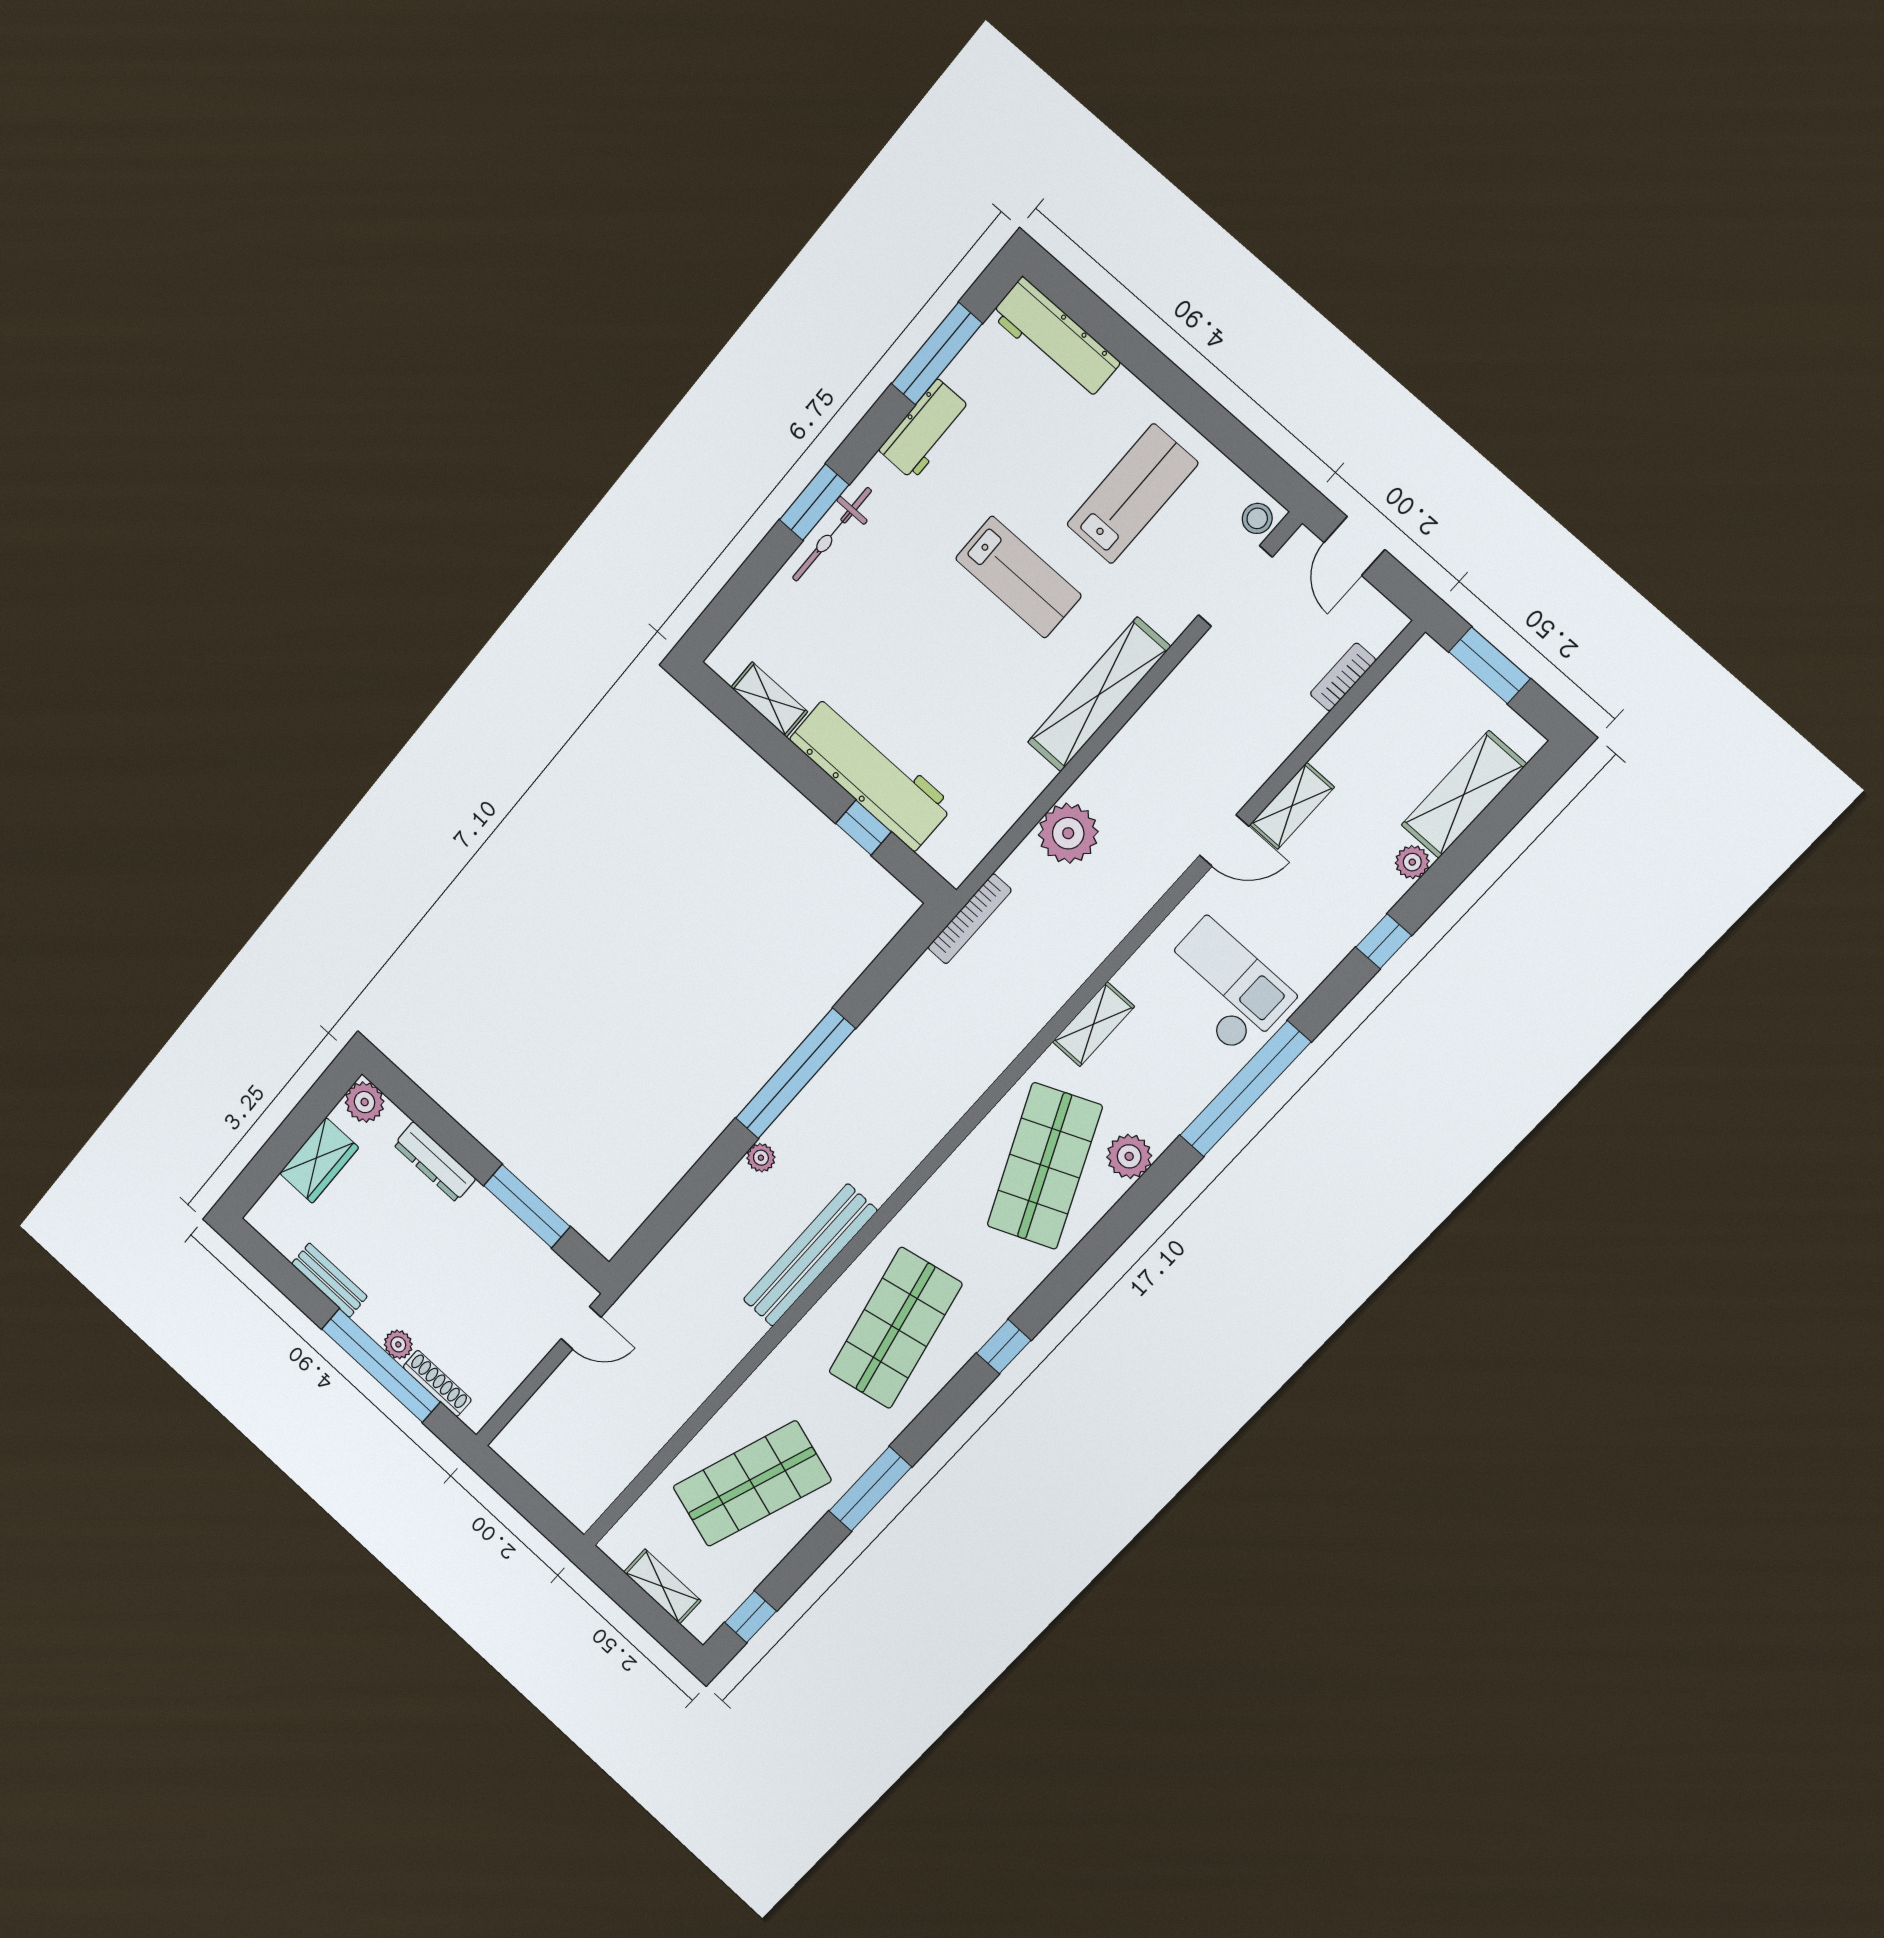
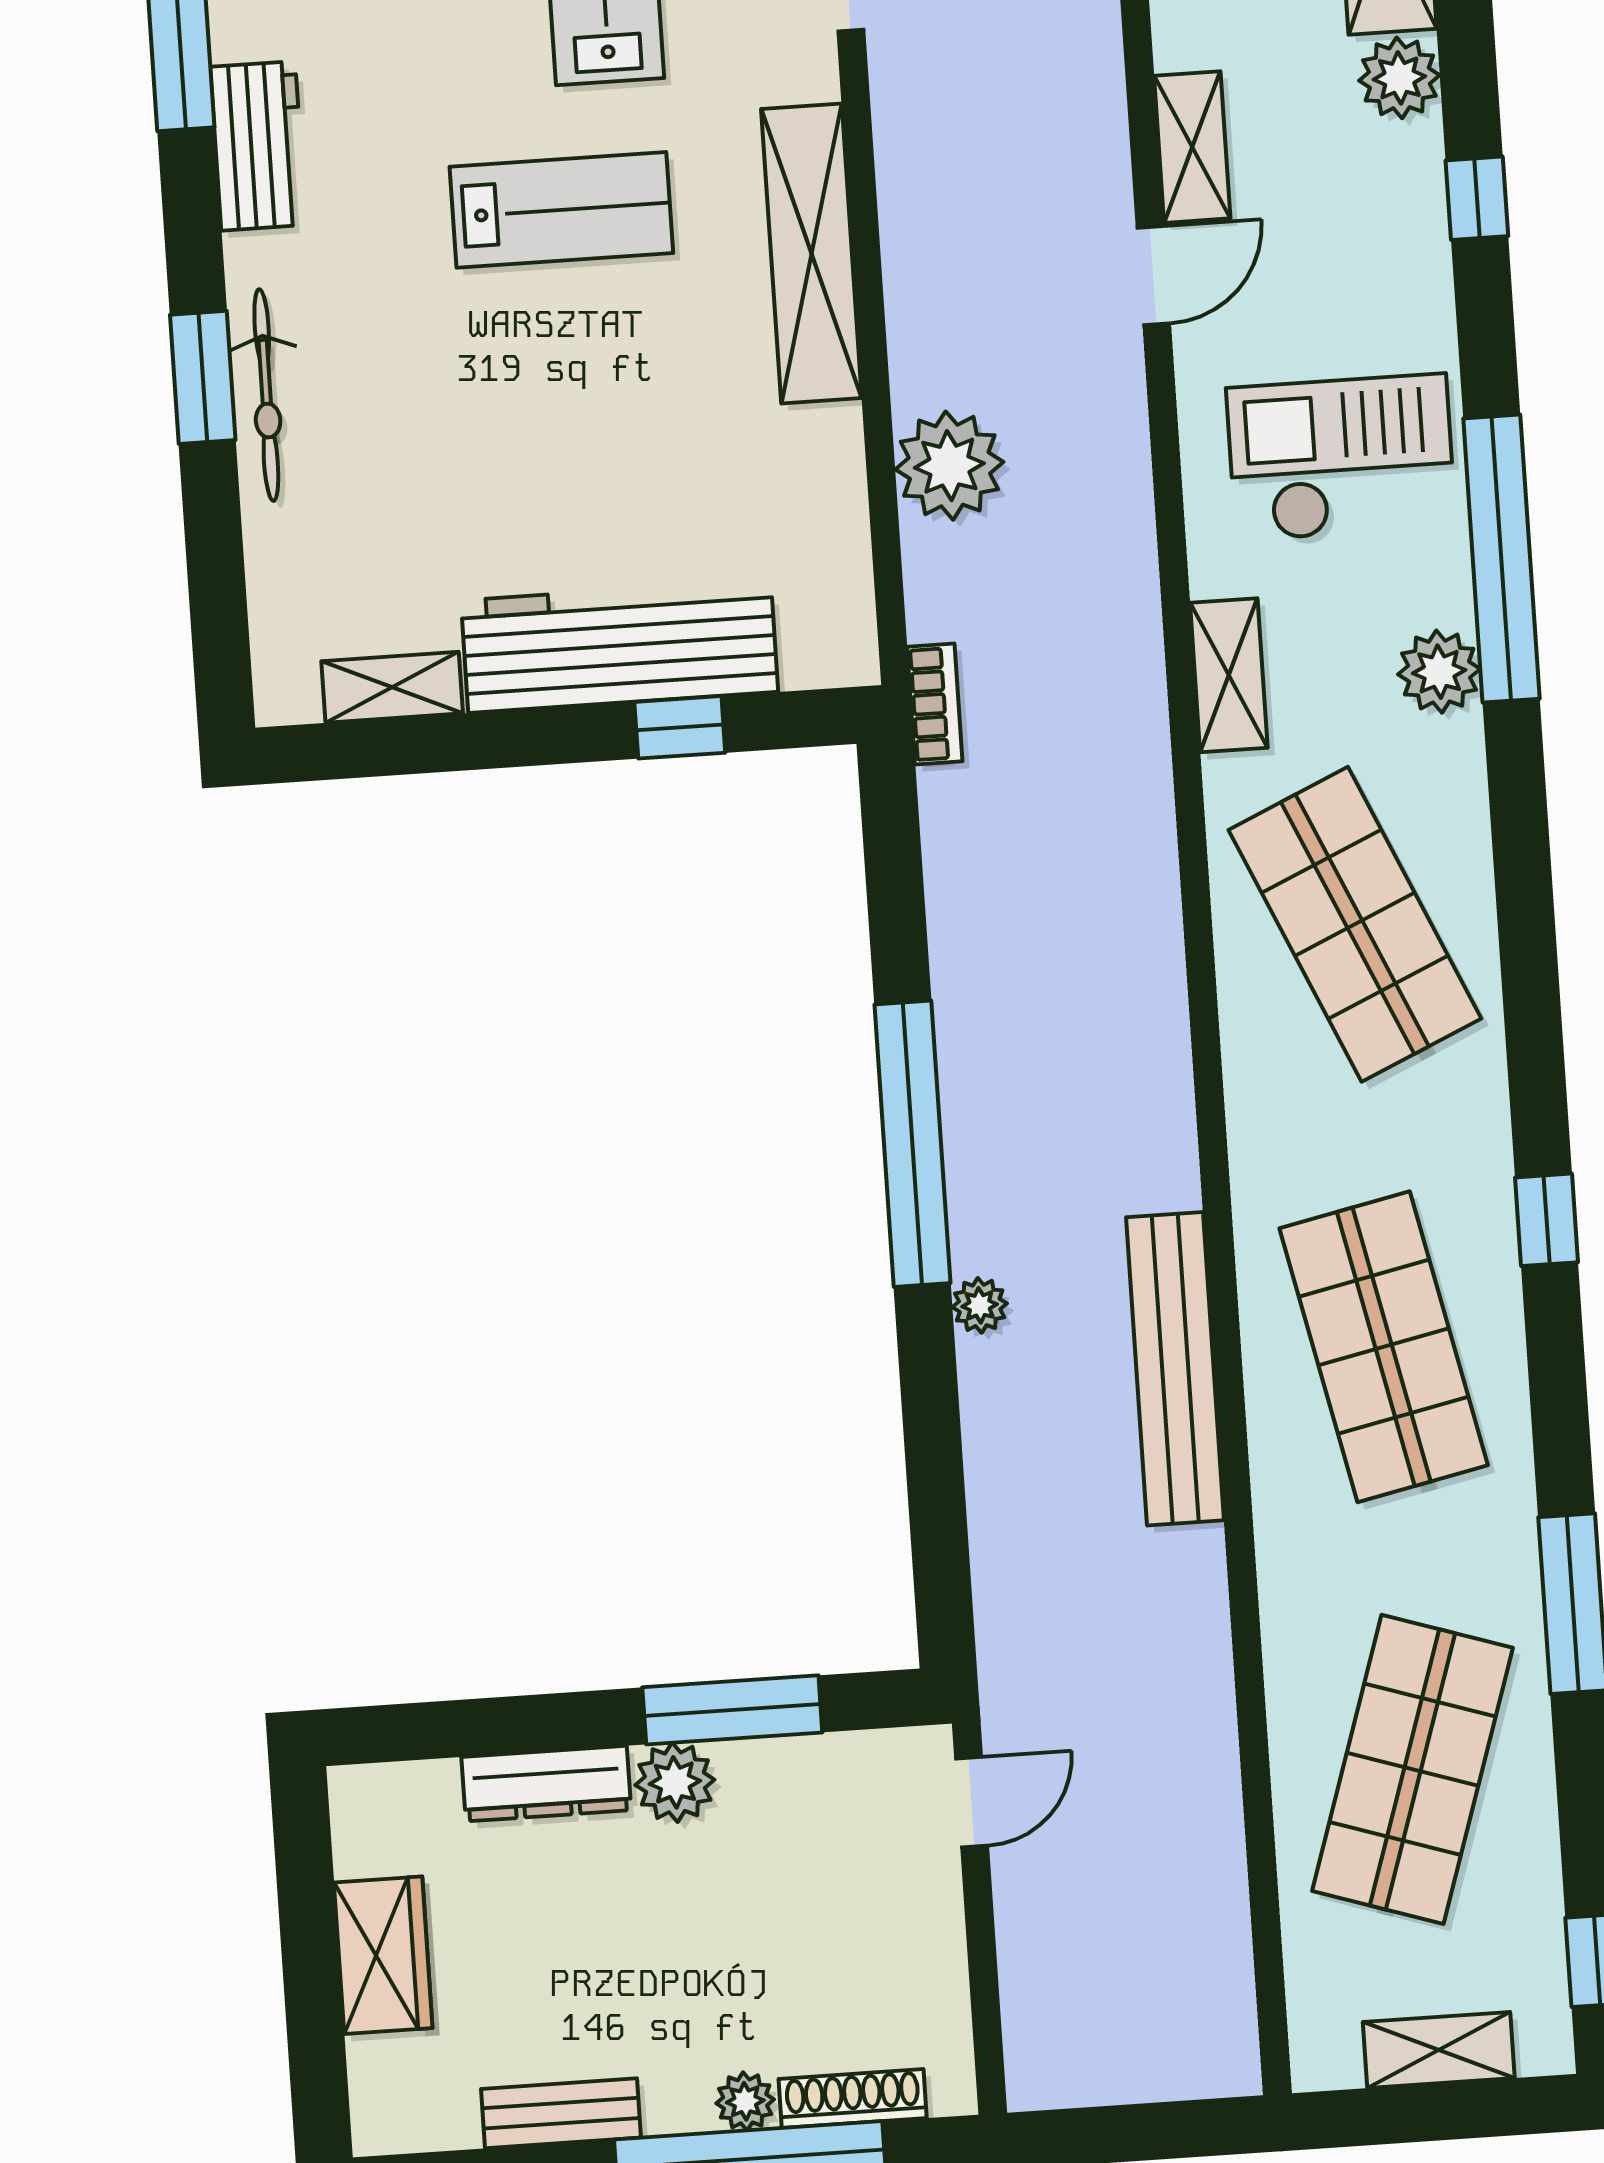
plant: (1412, 862) -> (1399, 78), width x1.38, depth x1.38
bookcase: (970, 919) -> (935, 704), width x0.64
plant: (365, 1102) -> (675, 1782), moved
plant: (1129, 1156) -> (1439, 672), moved

